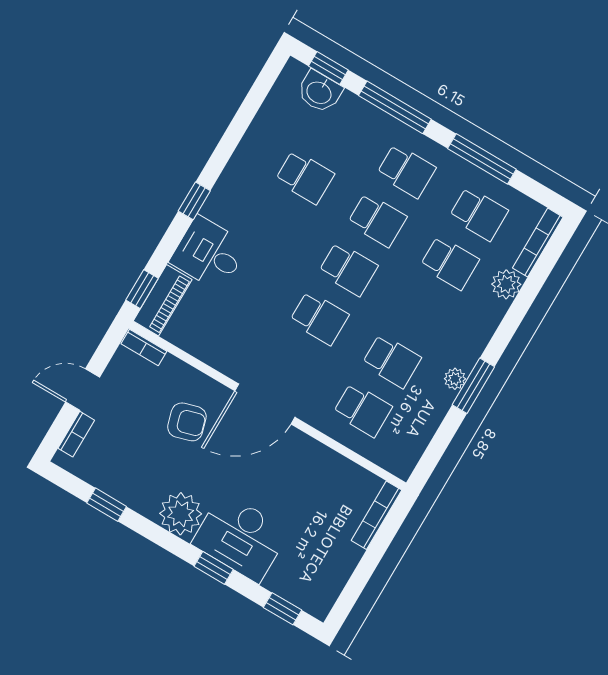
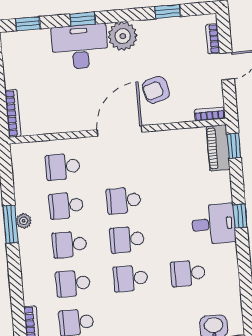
school desk: (406, 171) -> (69, 244), moved
desk: (209, 253) -> (214, 224), moved
plant: (506, 284) -> (33, 294), removed

